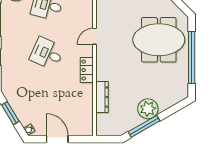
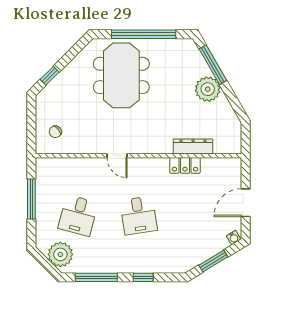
desk: (47, 53) -> (139, 215), turned -33
locker: (87, 70) -> (185, 165), moved
window: (144, 126) -> (213, 65), moved

